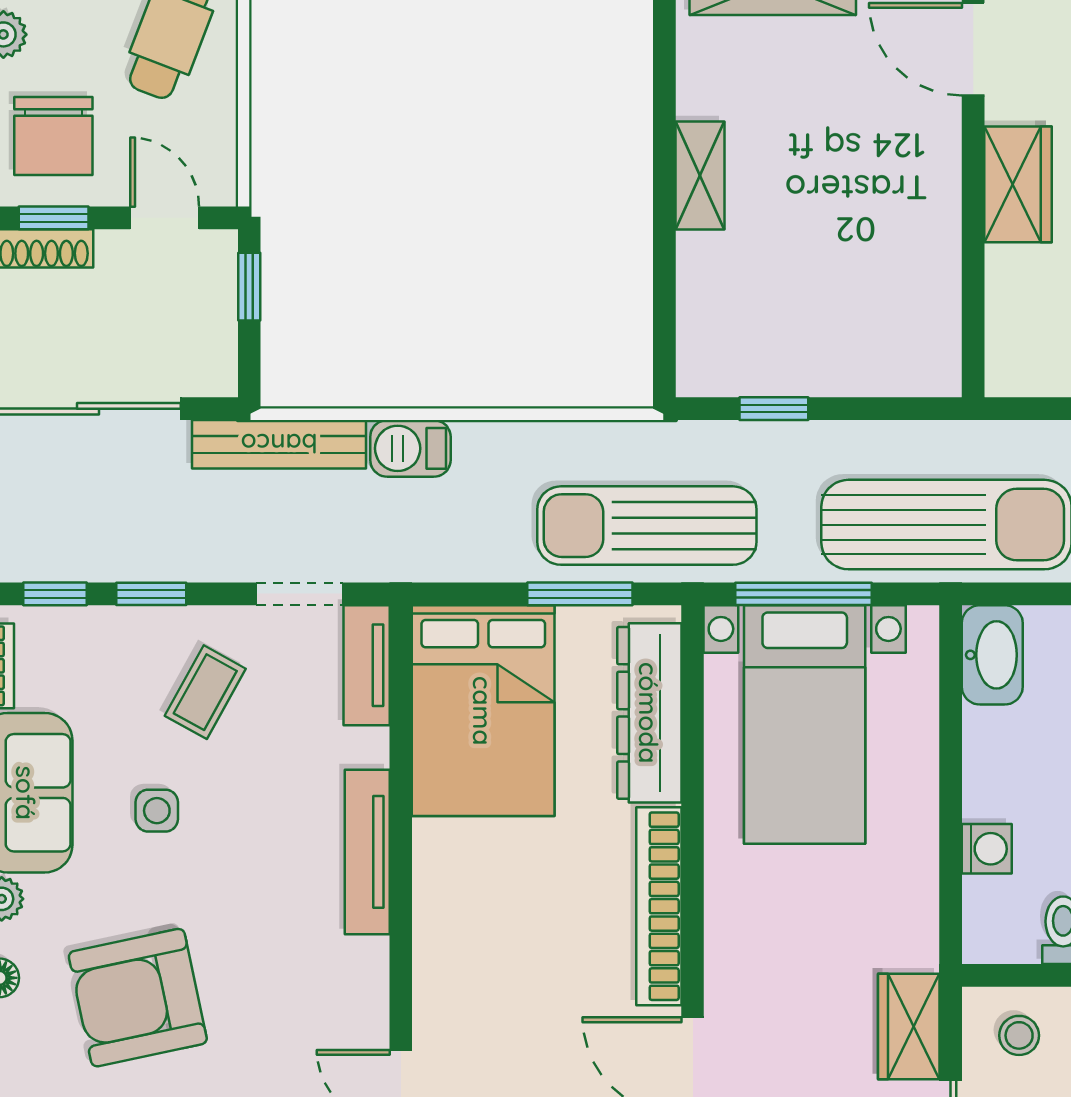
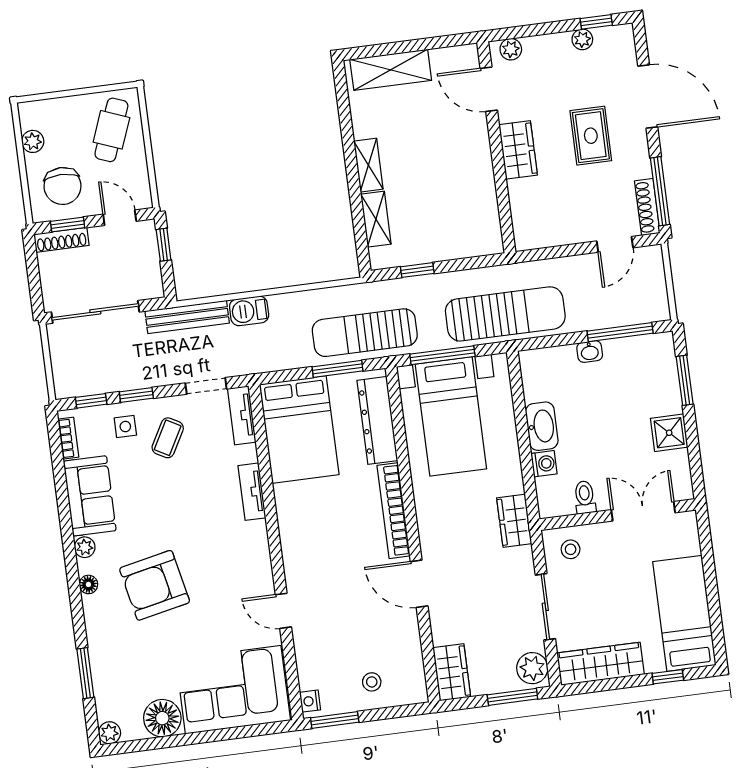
shelving: (701, 291) -> (376, 219), added
washbasin: (992, 655) -> (542, 426), moved
side table: (157, 811) -> (125, 427), moved
tv unit: (367, 852) -> (252, 492), width x0.71
wardrobe: (909, 1027) -> (514, 521), moved

